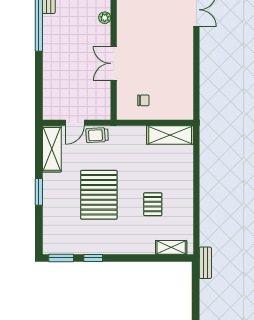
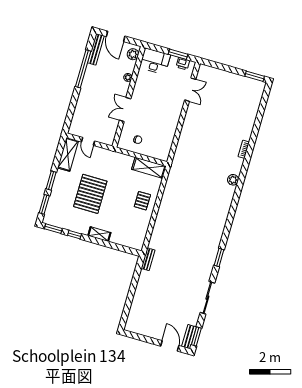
door: (75, 123) -> (88, 141), hinge flipped
trolley: (97, 135) -> (100, 154), removed
pallet: (153, 204) -> (142, 201), moved
window: (39, 228) -> (44, 204), added
shelving: (171, 247) -> (99, 234), moved

